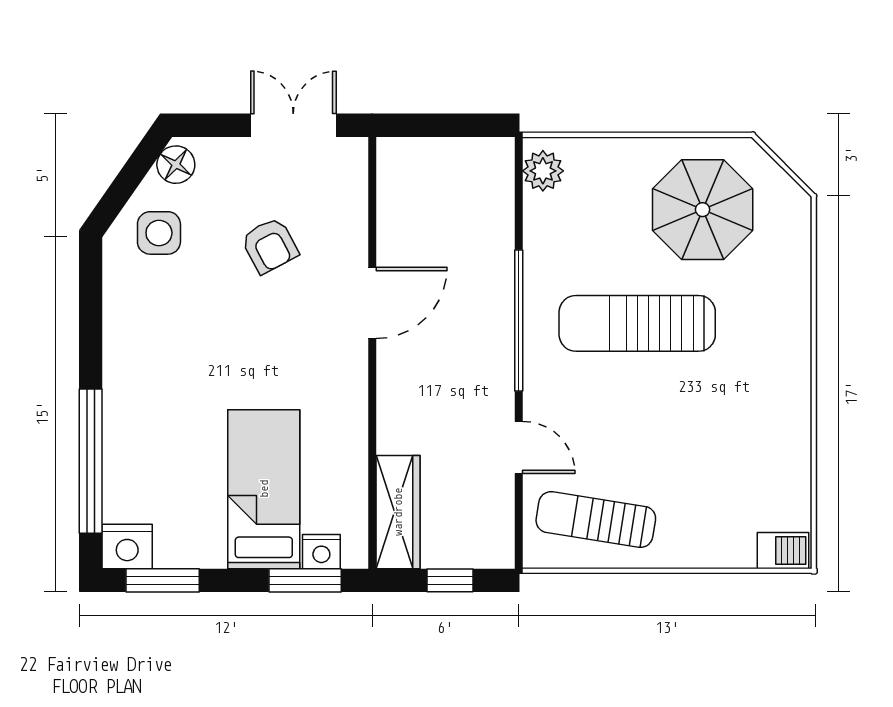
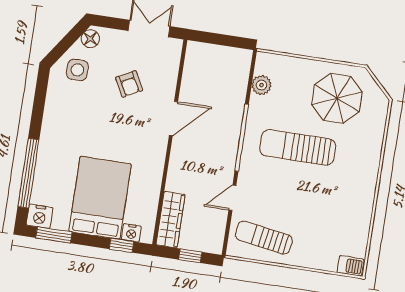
plant: (543, 171) -> (261, 85), moved
door: (519, 447) -> (232, 198), swing flipped
bed: (264, 489) -> (100, 198), width x1.50
window: (305, 580) -> (121, 245), width x0.67

